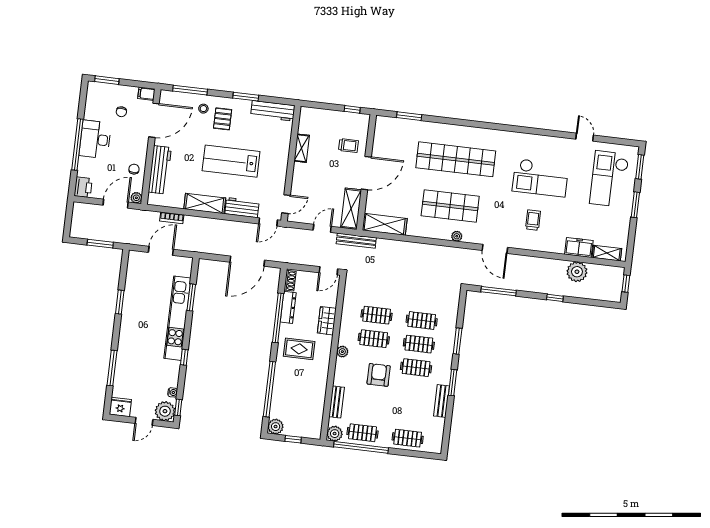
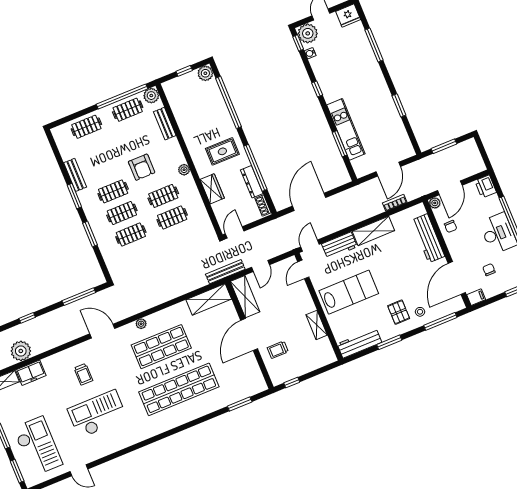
lab bench: (231, 161) -> (349, 292), moved
kitchen unit: (177, 318) -> (346, 129), width x0.73

